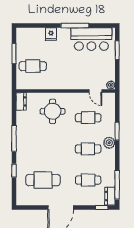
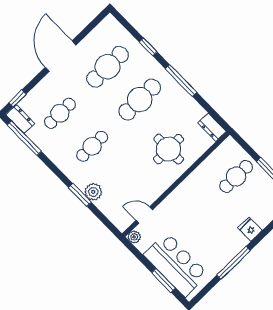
bar counter: (91, 39) -> (176, 265), moved, turned 90
cafe table: (88, 118) -> (140, 100), moved, width x1.37, depth x1.35
plant: (109, 143) -> (93, 192), moved

